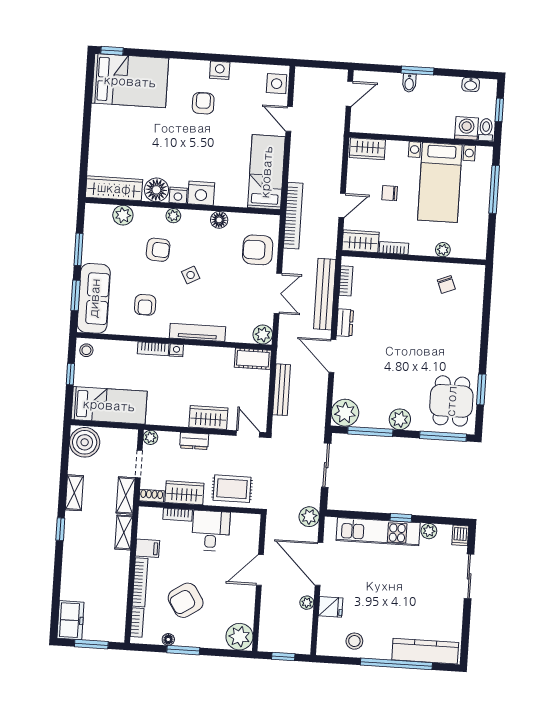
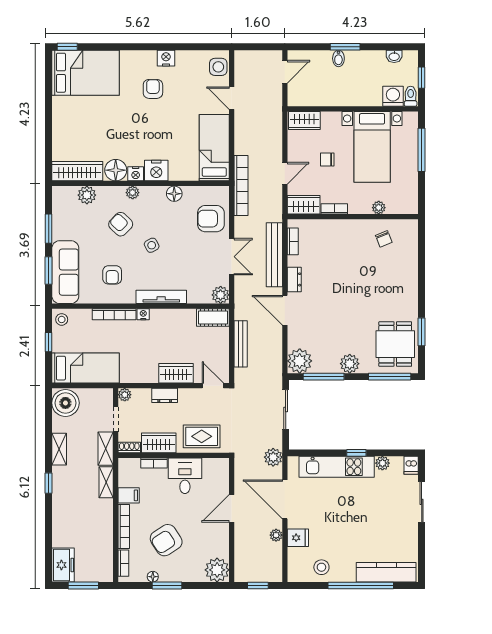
armchair: (158, 250) -> (121, 224), turned -139
bookcase: (153, 349) -> (114, 314), width x1.56

